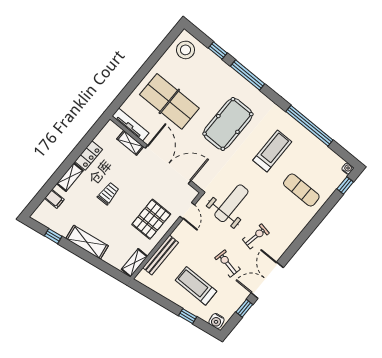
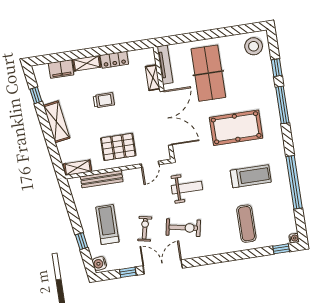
filing cabinet: (54, 199) -> (61, 69), width x2.00
weight bench: (231, 203) -> (187, 188), width x0.73, depth x0.75
exercise bike: (256, 236) -> (183, 228), width x1.38, depth x1.39

